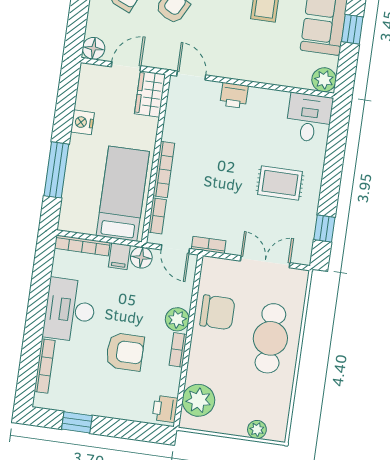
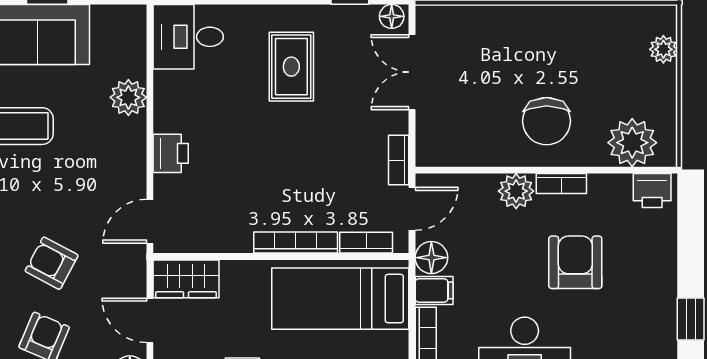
plant: (324, 80) -> (128, 97), moved
floor lamp: (304, 254) -> (392, 16), added
chair: (217, 312) -> (547, 121), moved, turned 180
cafe table: (270, 338) -> (525, 48), removed

